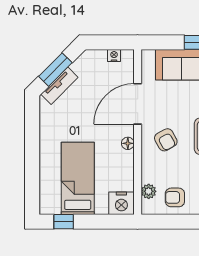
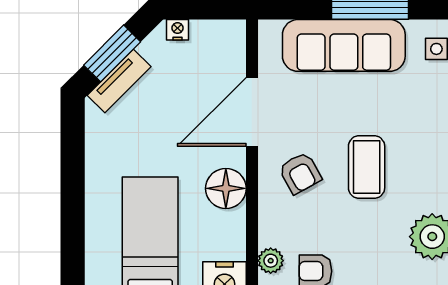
nightstand: (114, 56) -> (178, 30), moved
floor lamp: (128, 143) -> (226, 188), width x1.89, depth x1.89

